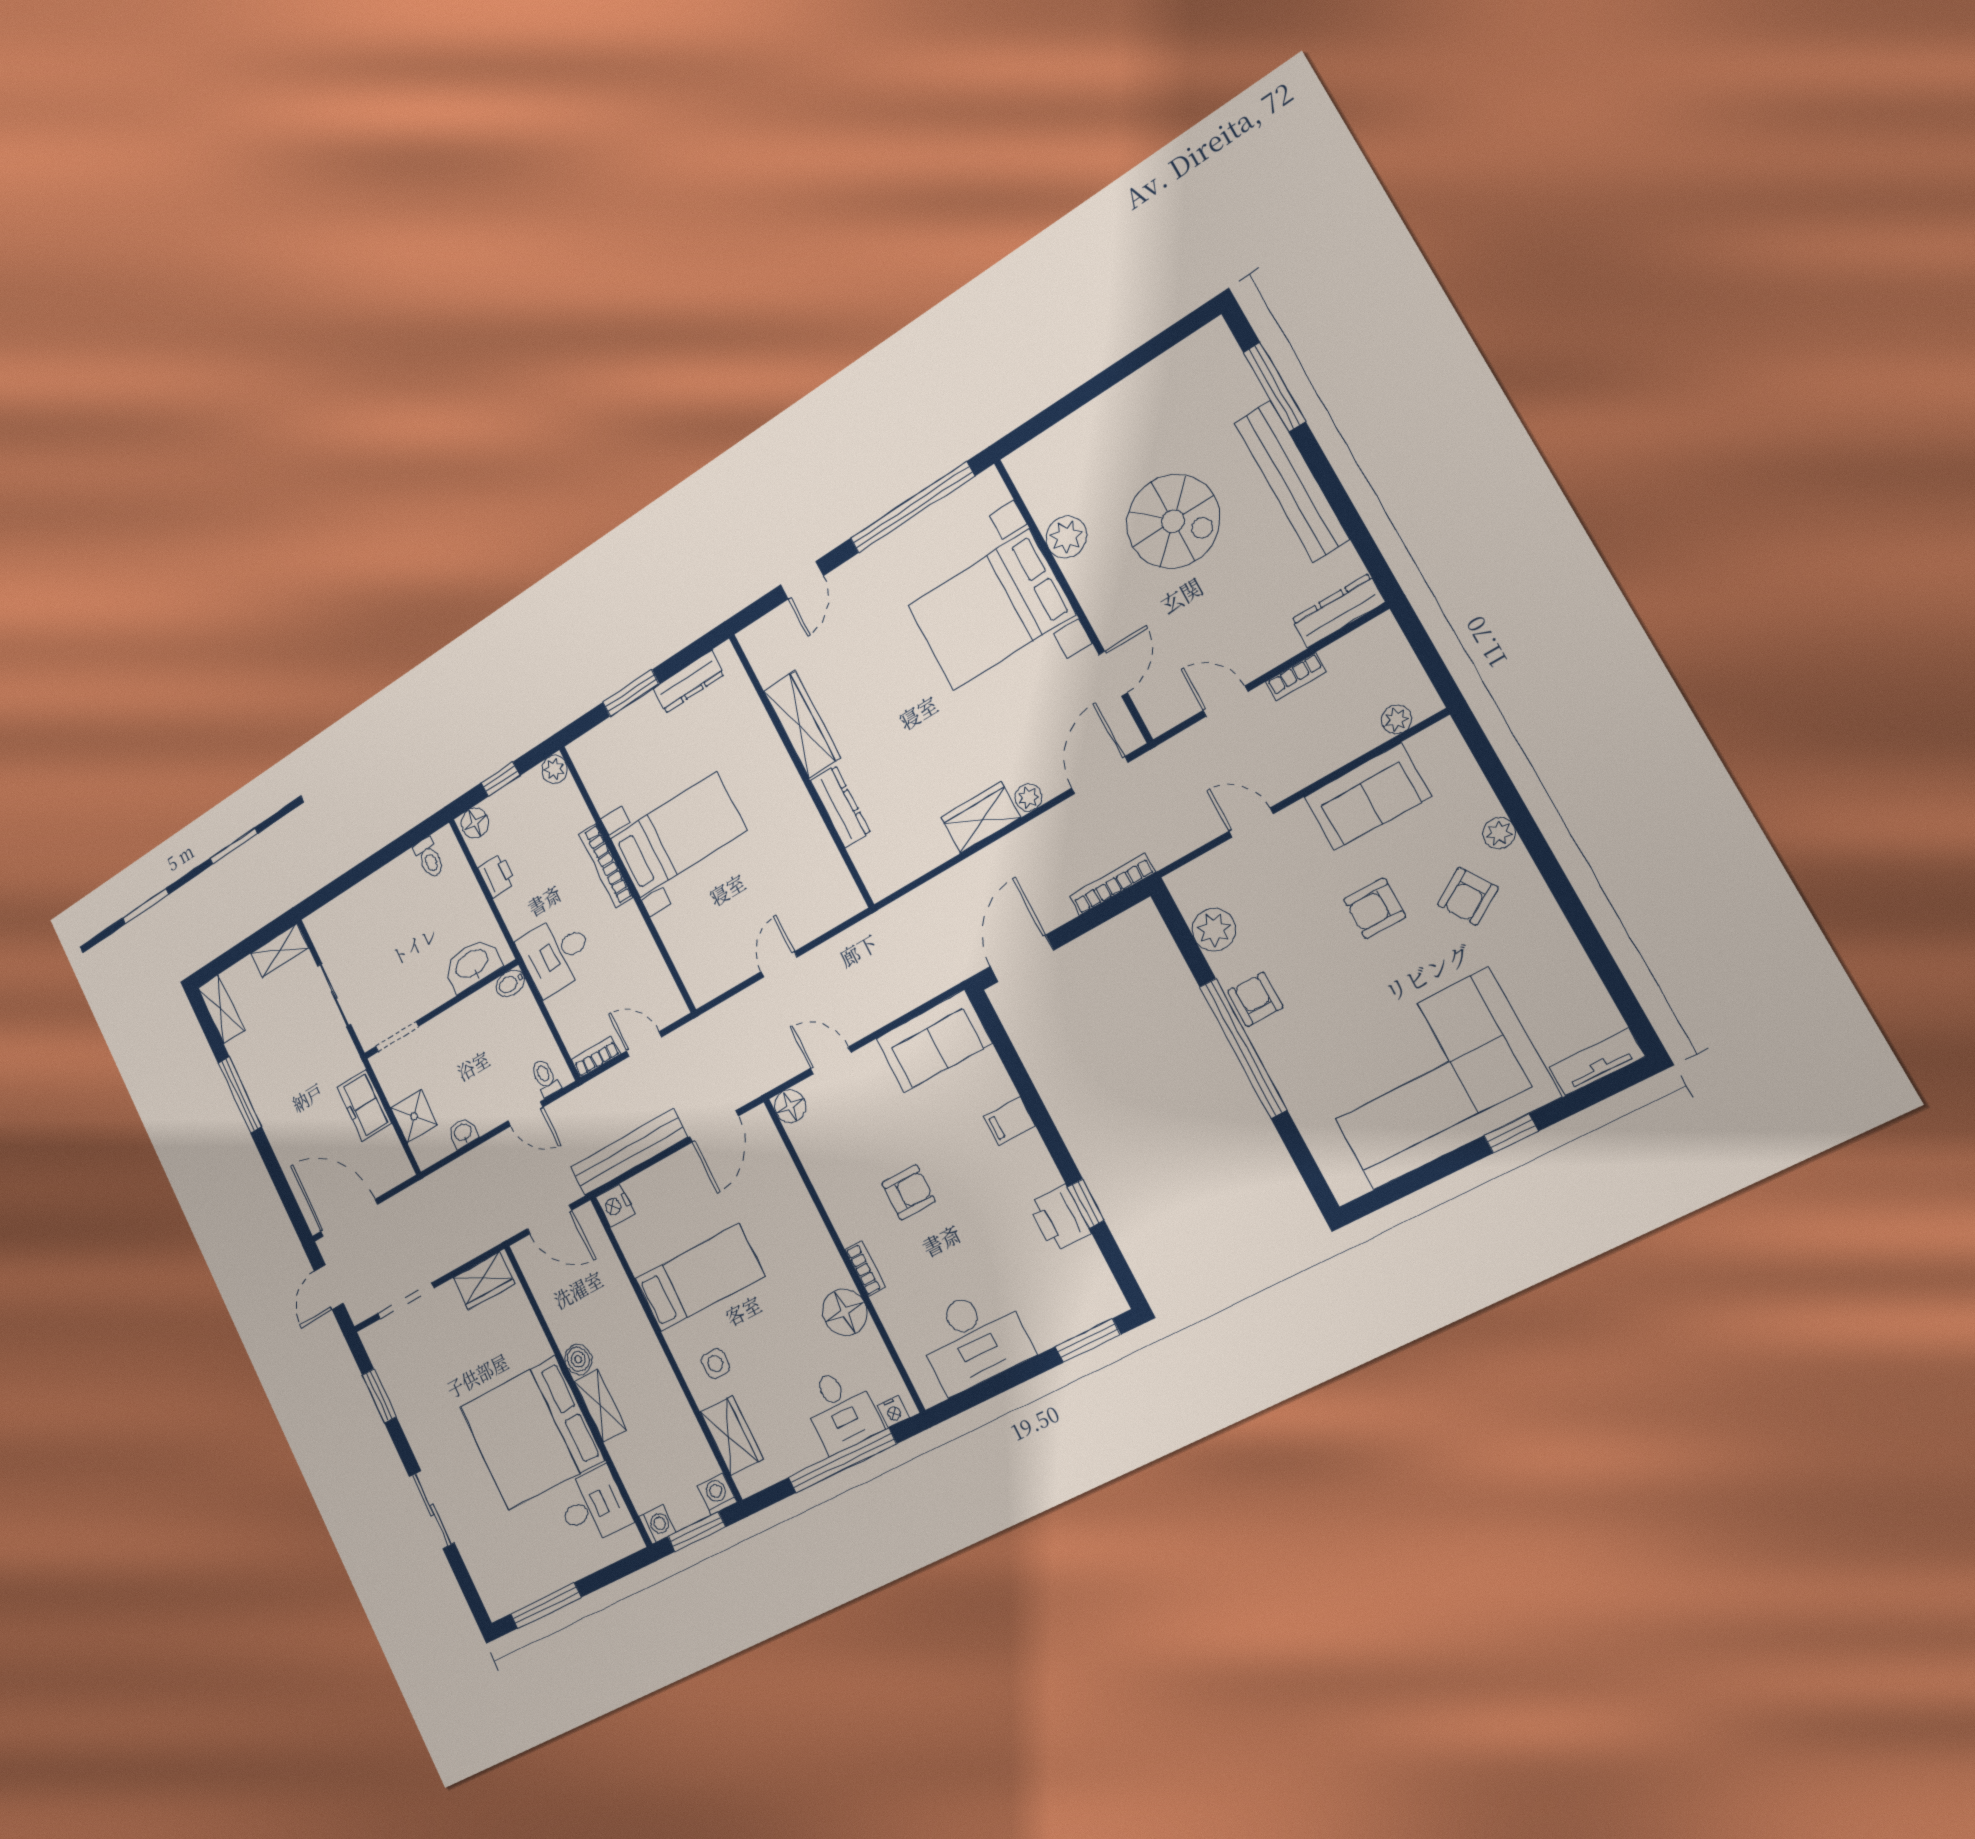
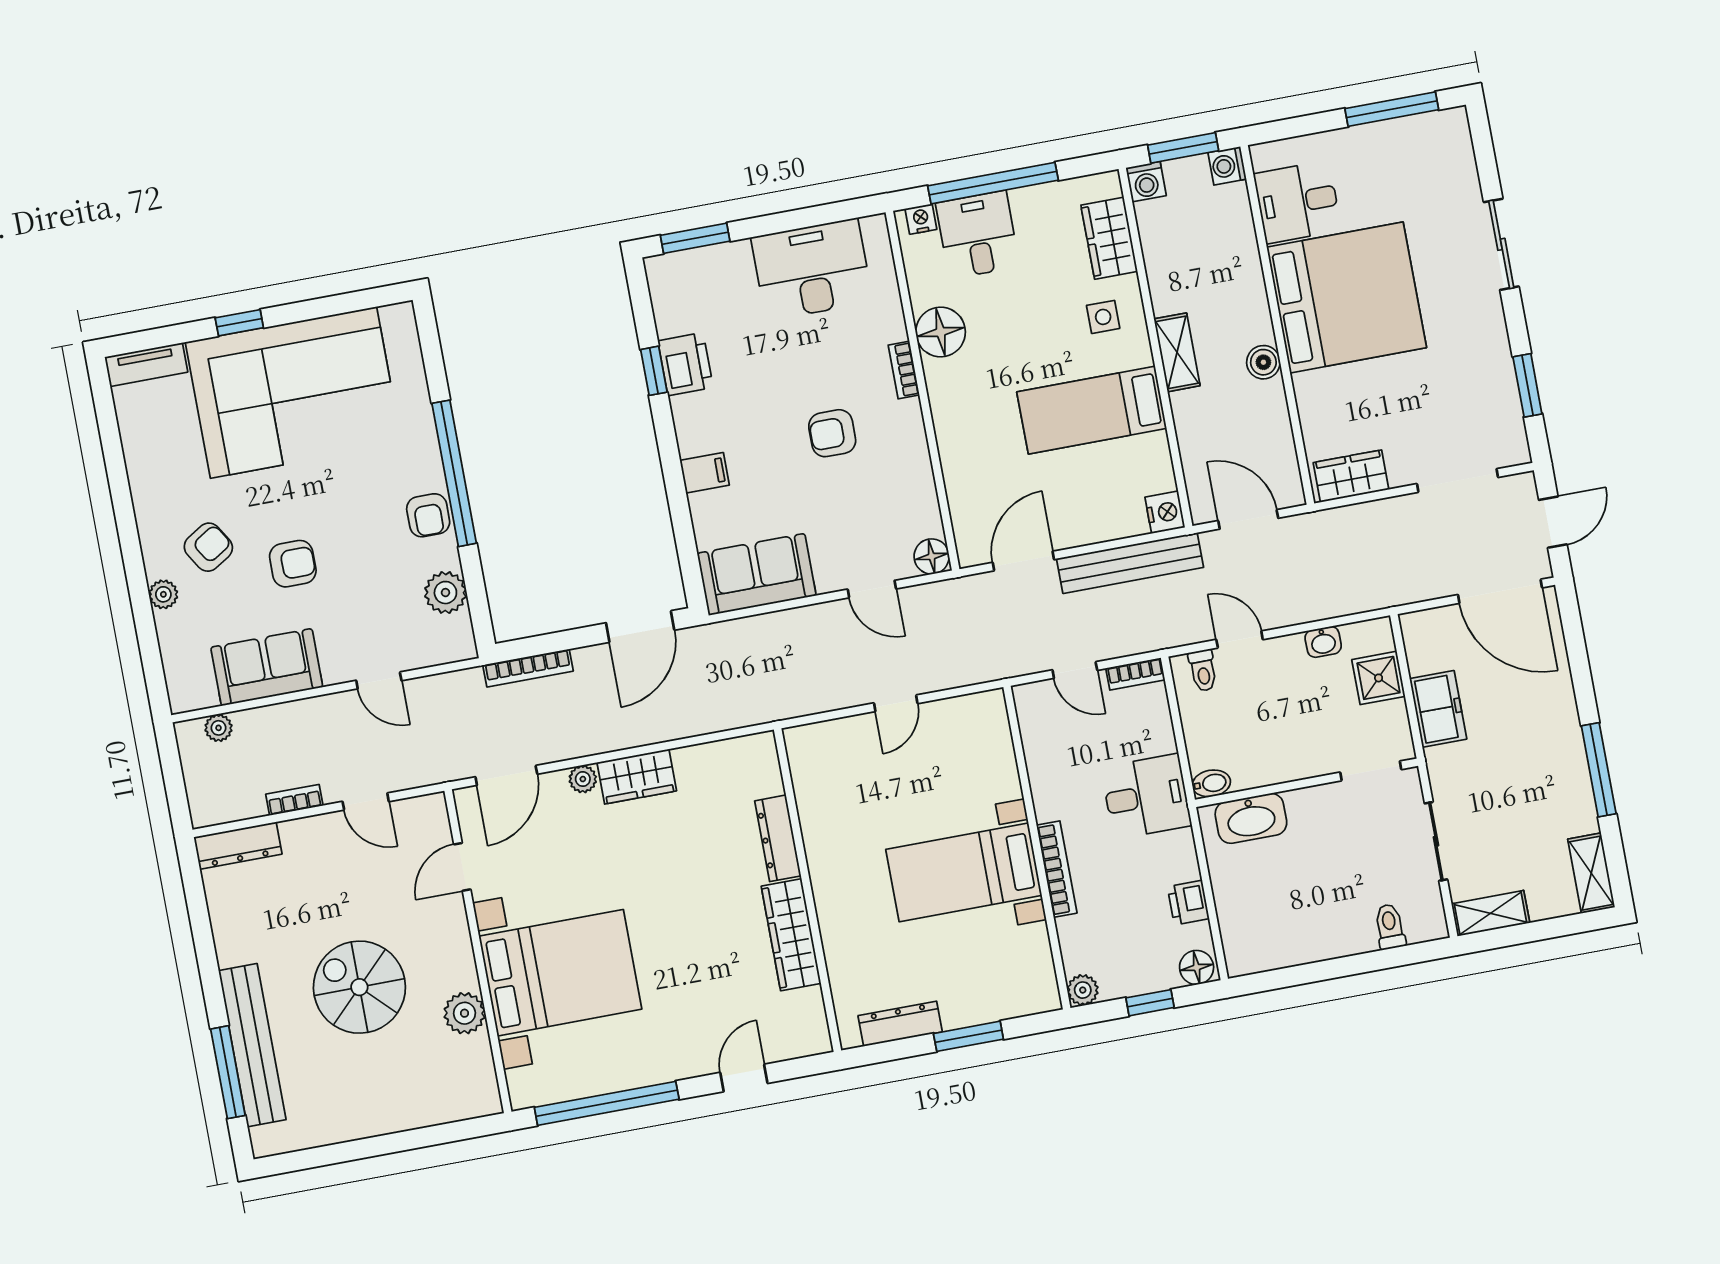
bench: (1292, 481) -> (252, 1045), moved
toilet: (429, 858) -> (1390, 927), moved
shelving: (600, 1406) -> (1177, 352), moved

